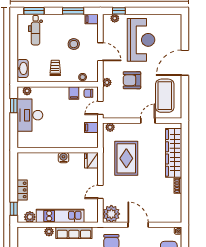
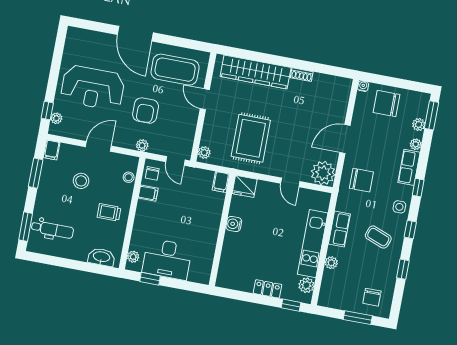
reception desk: (141, 40) -> (93, 88), turned 180
filing cabinet: (91, 128) -> (221, 182), moved
rug: (126, 158) -> (251, 138), turned 90
row of seats: (74, 233) -> (339, 229), width x0.68

